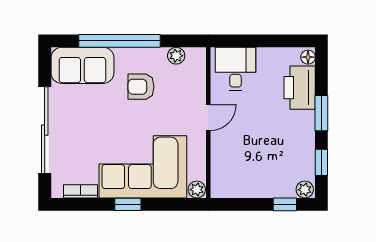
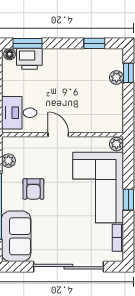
printer: (300, 88) -> (29, 59), width x0.73, depth x0.84
window: (321, 113) -> (28, 43), moved
plant: (305, 190) -> (116, 77), moved

